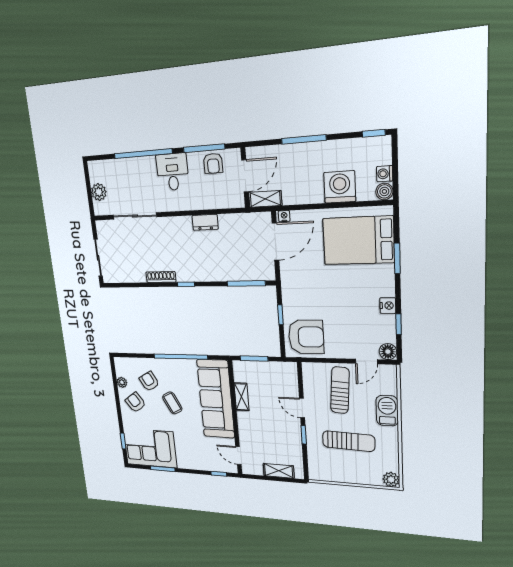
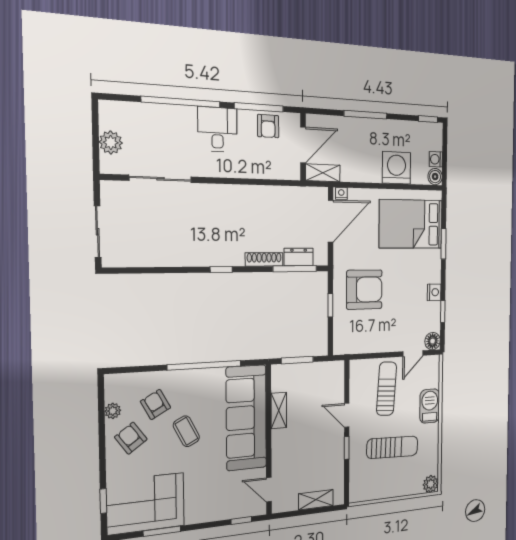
dresser: (205, 222) -> (299, 257), moved, turned 180
shoe rack: (161, 277) -> (264, 259), moved
armchair: (306, 337) -> (364, 290), moved

